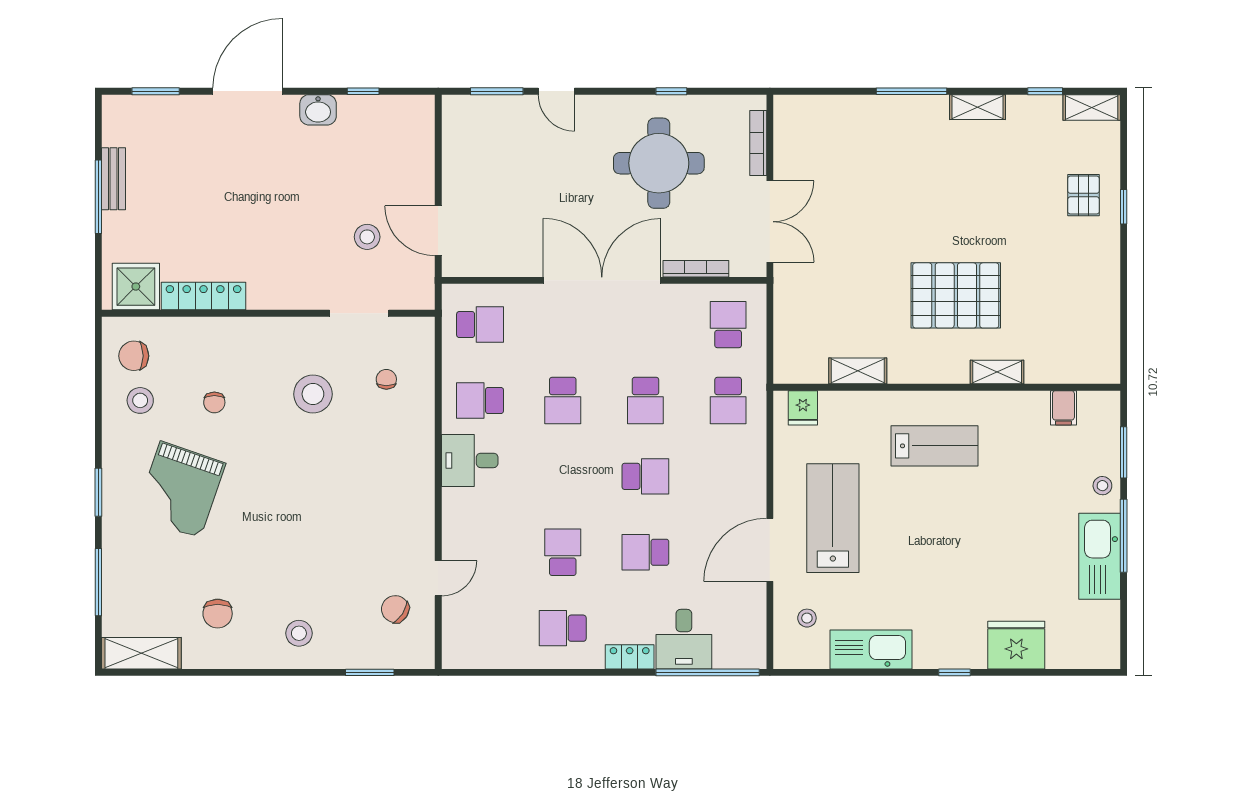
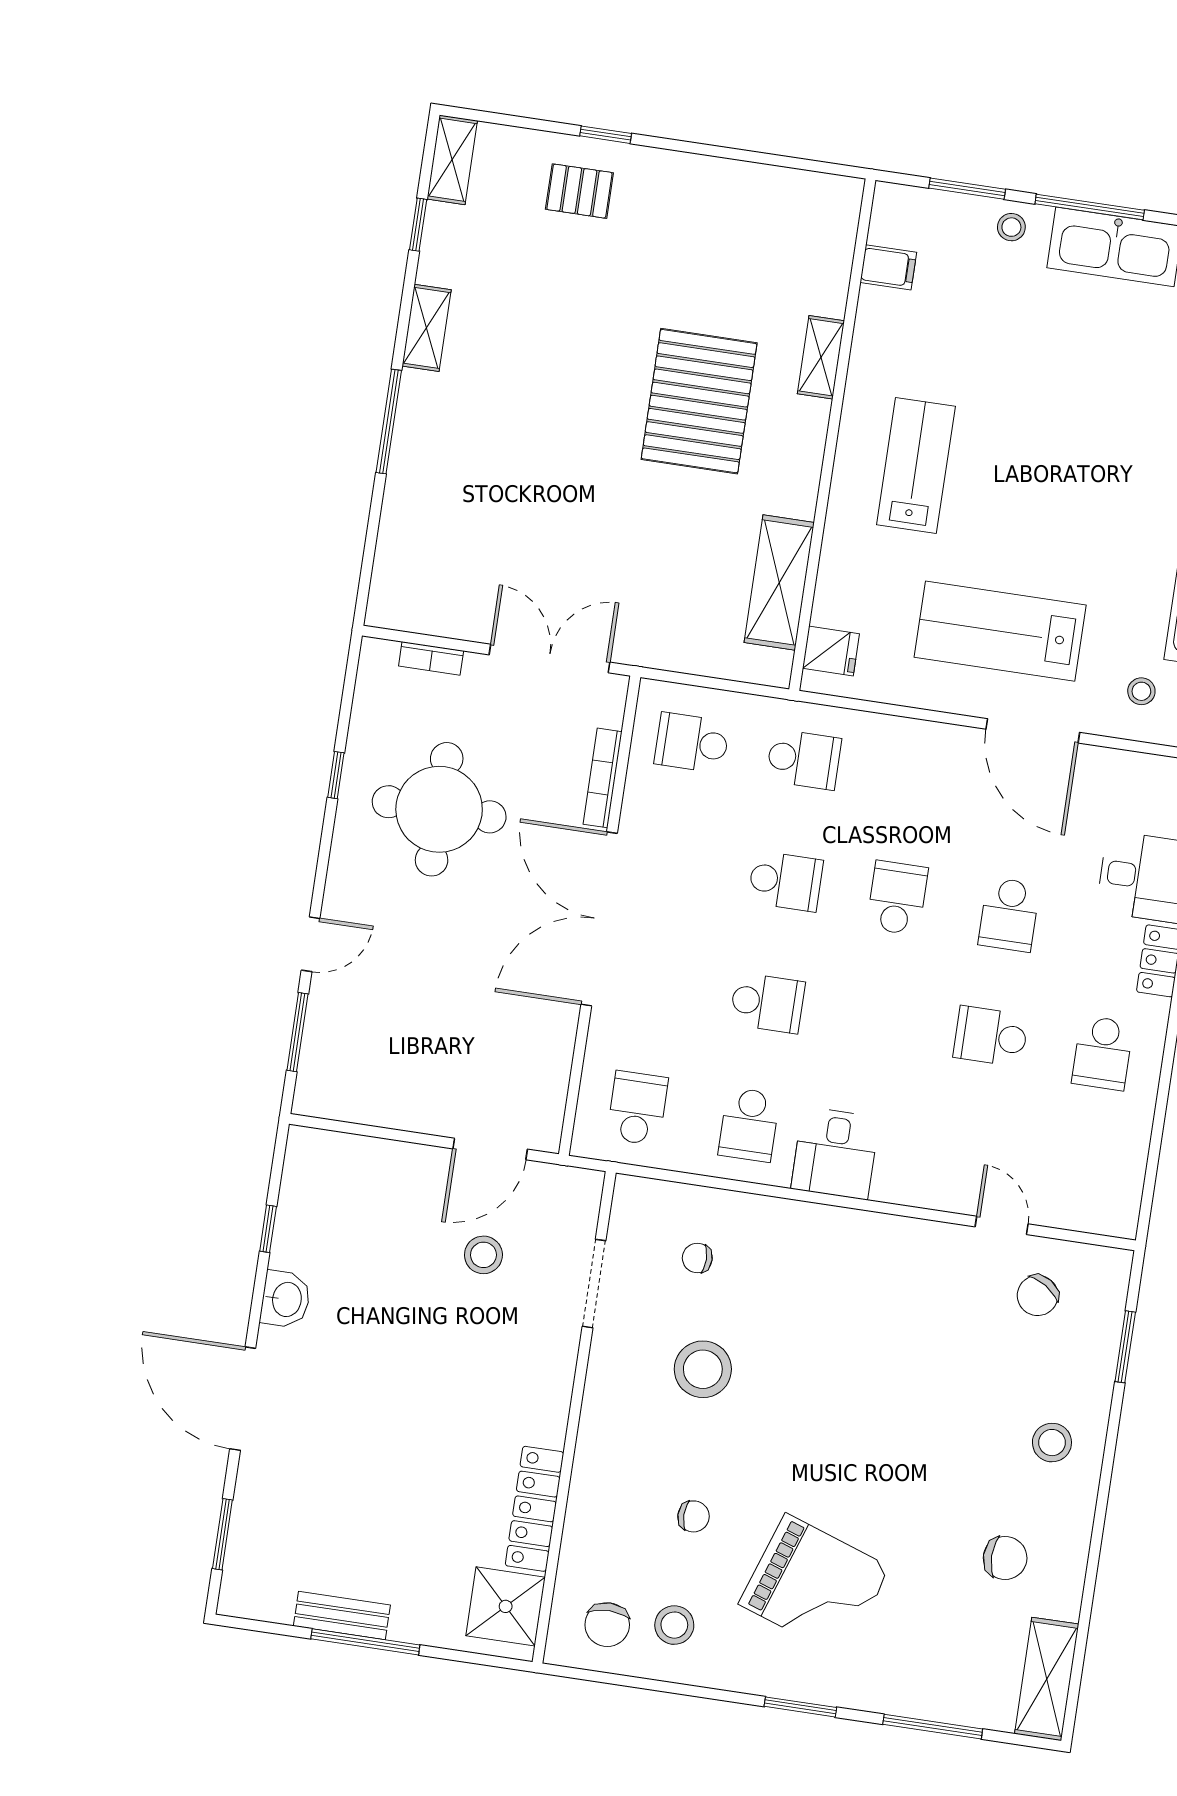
bookcase: (758, 143) -> (431, 658), width x0.64
shelving: (858, 371) -> (779, 583), width x1.50, depth x1.33

